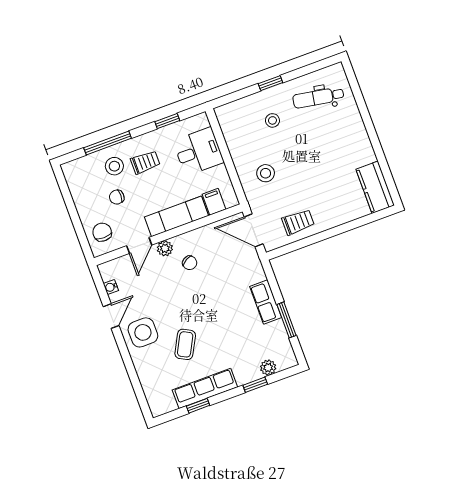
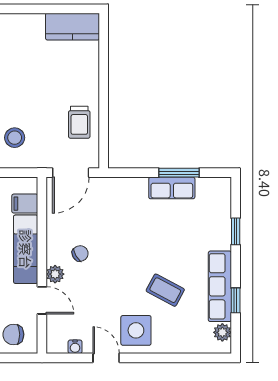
trolley: (298, 222) -> (79, 122), turned 180
row of seats: (266, 302) -> (172, 188), moved
plant: (268, 368) -> (222, 332), moved

